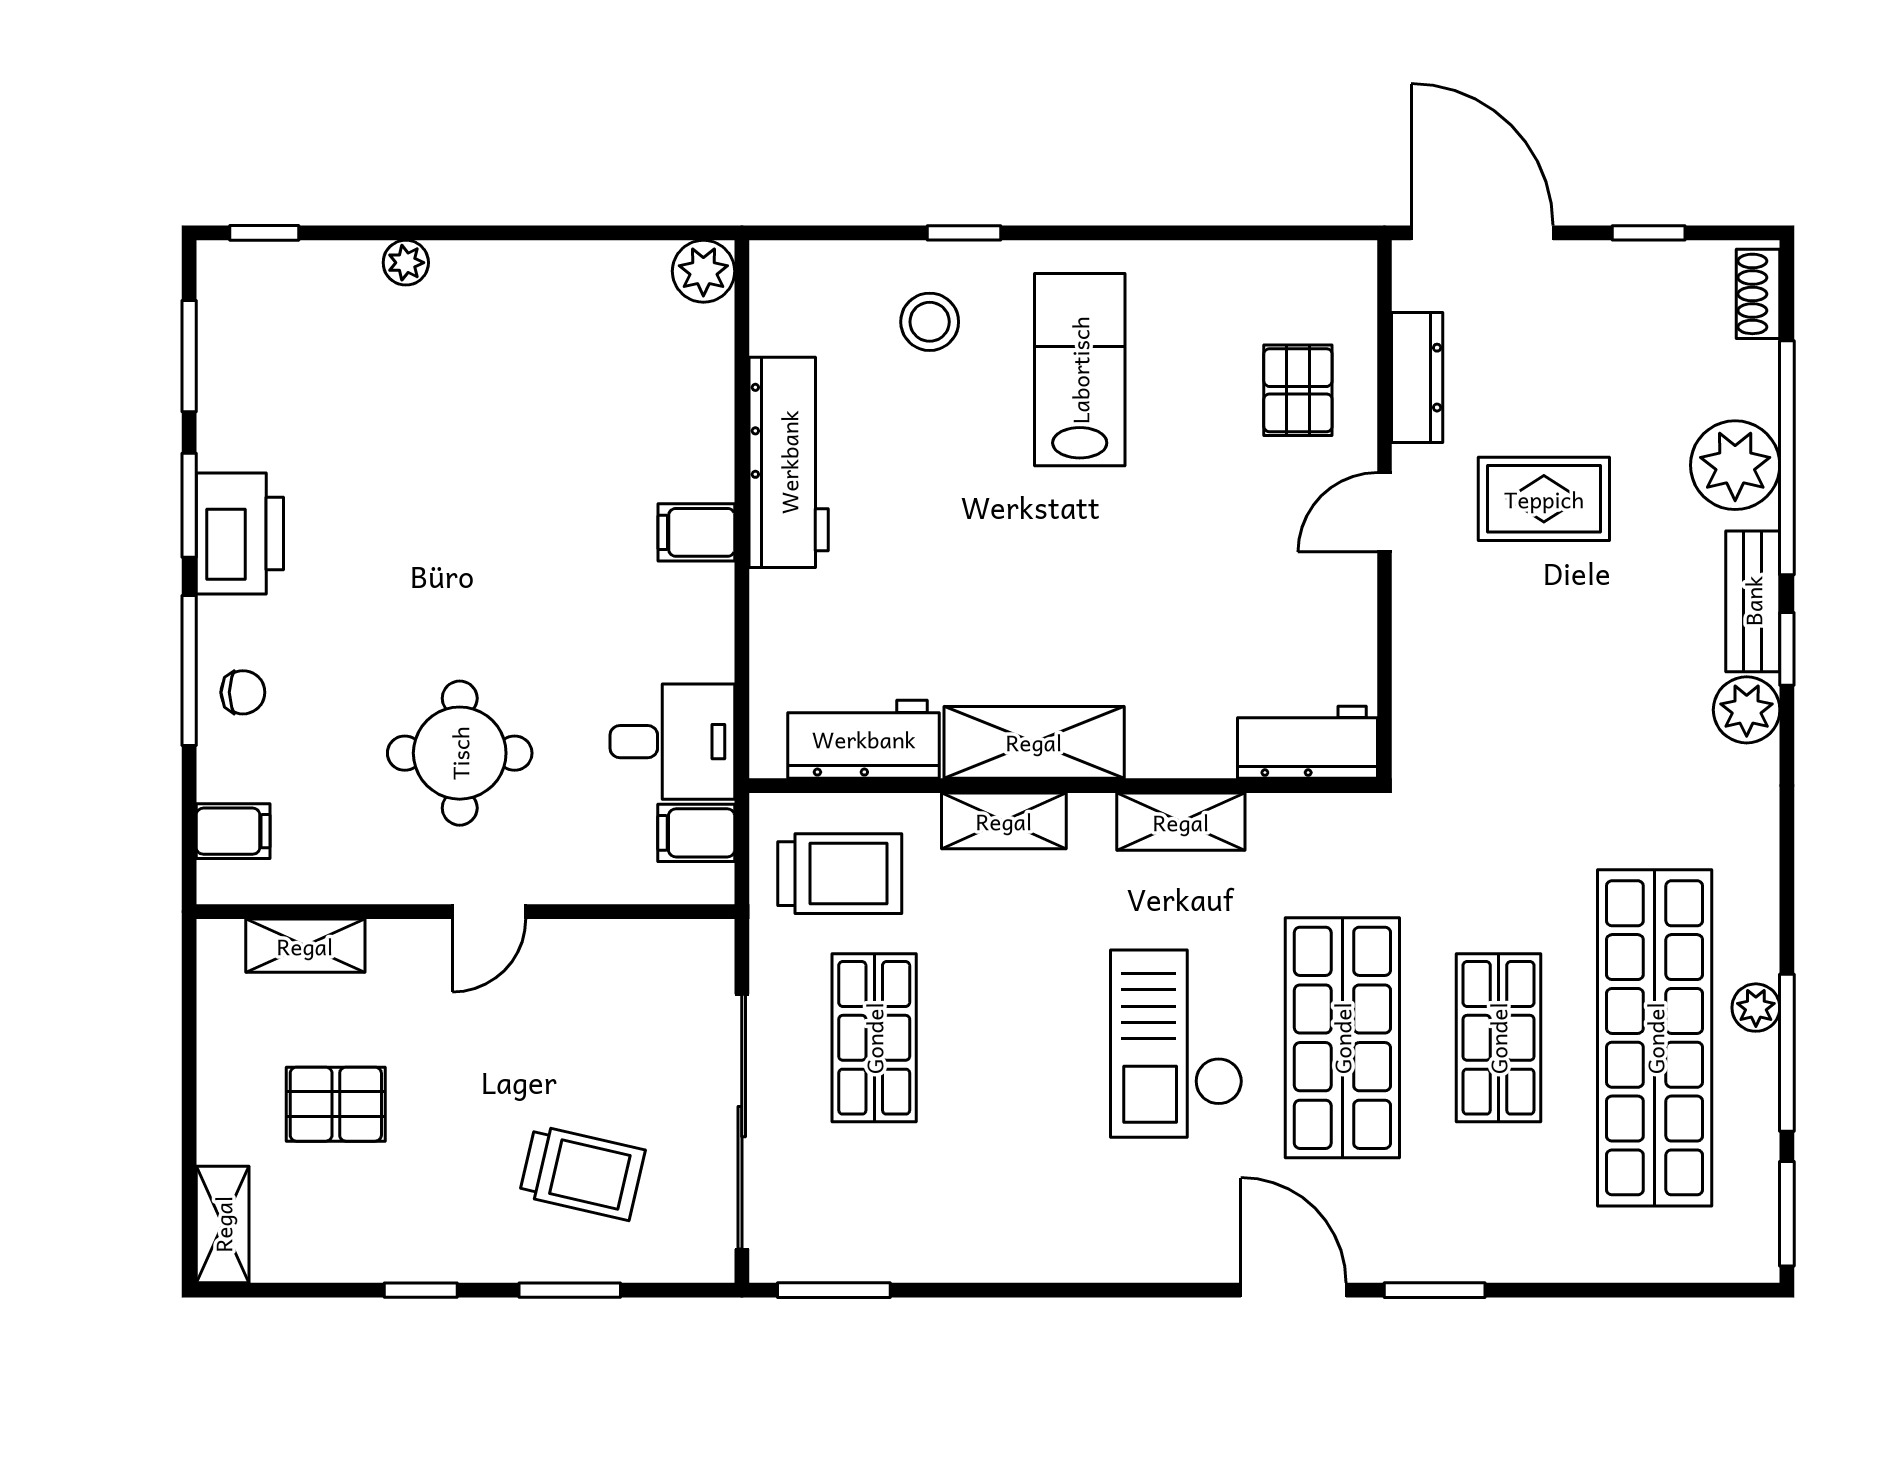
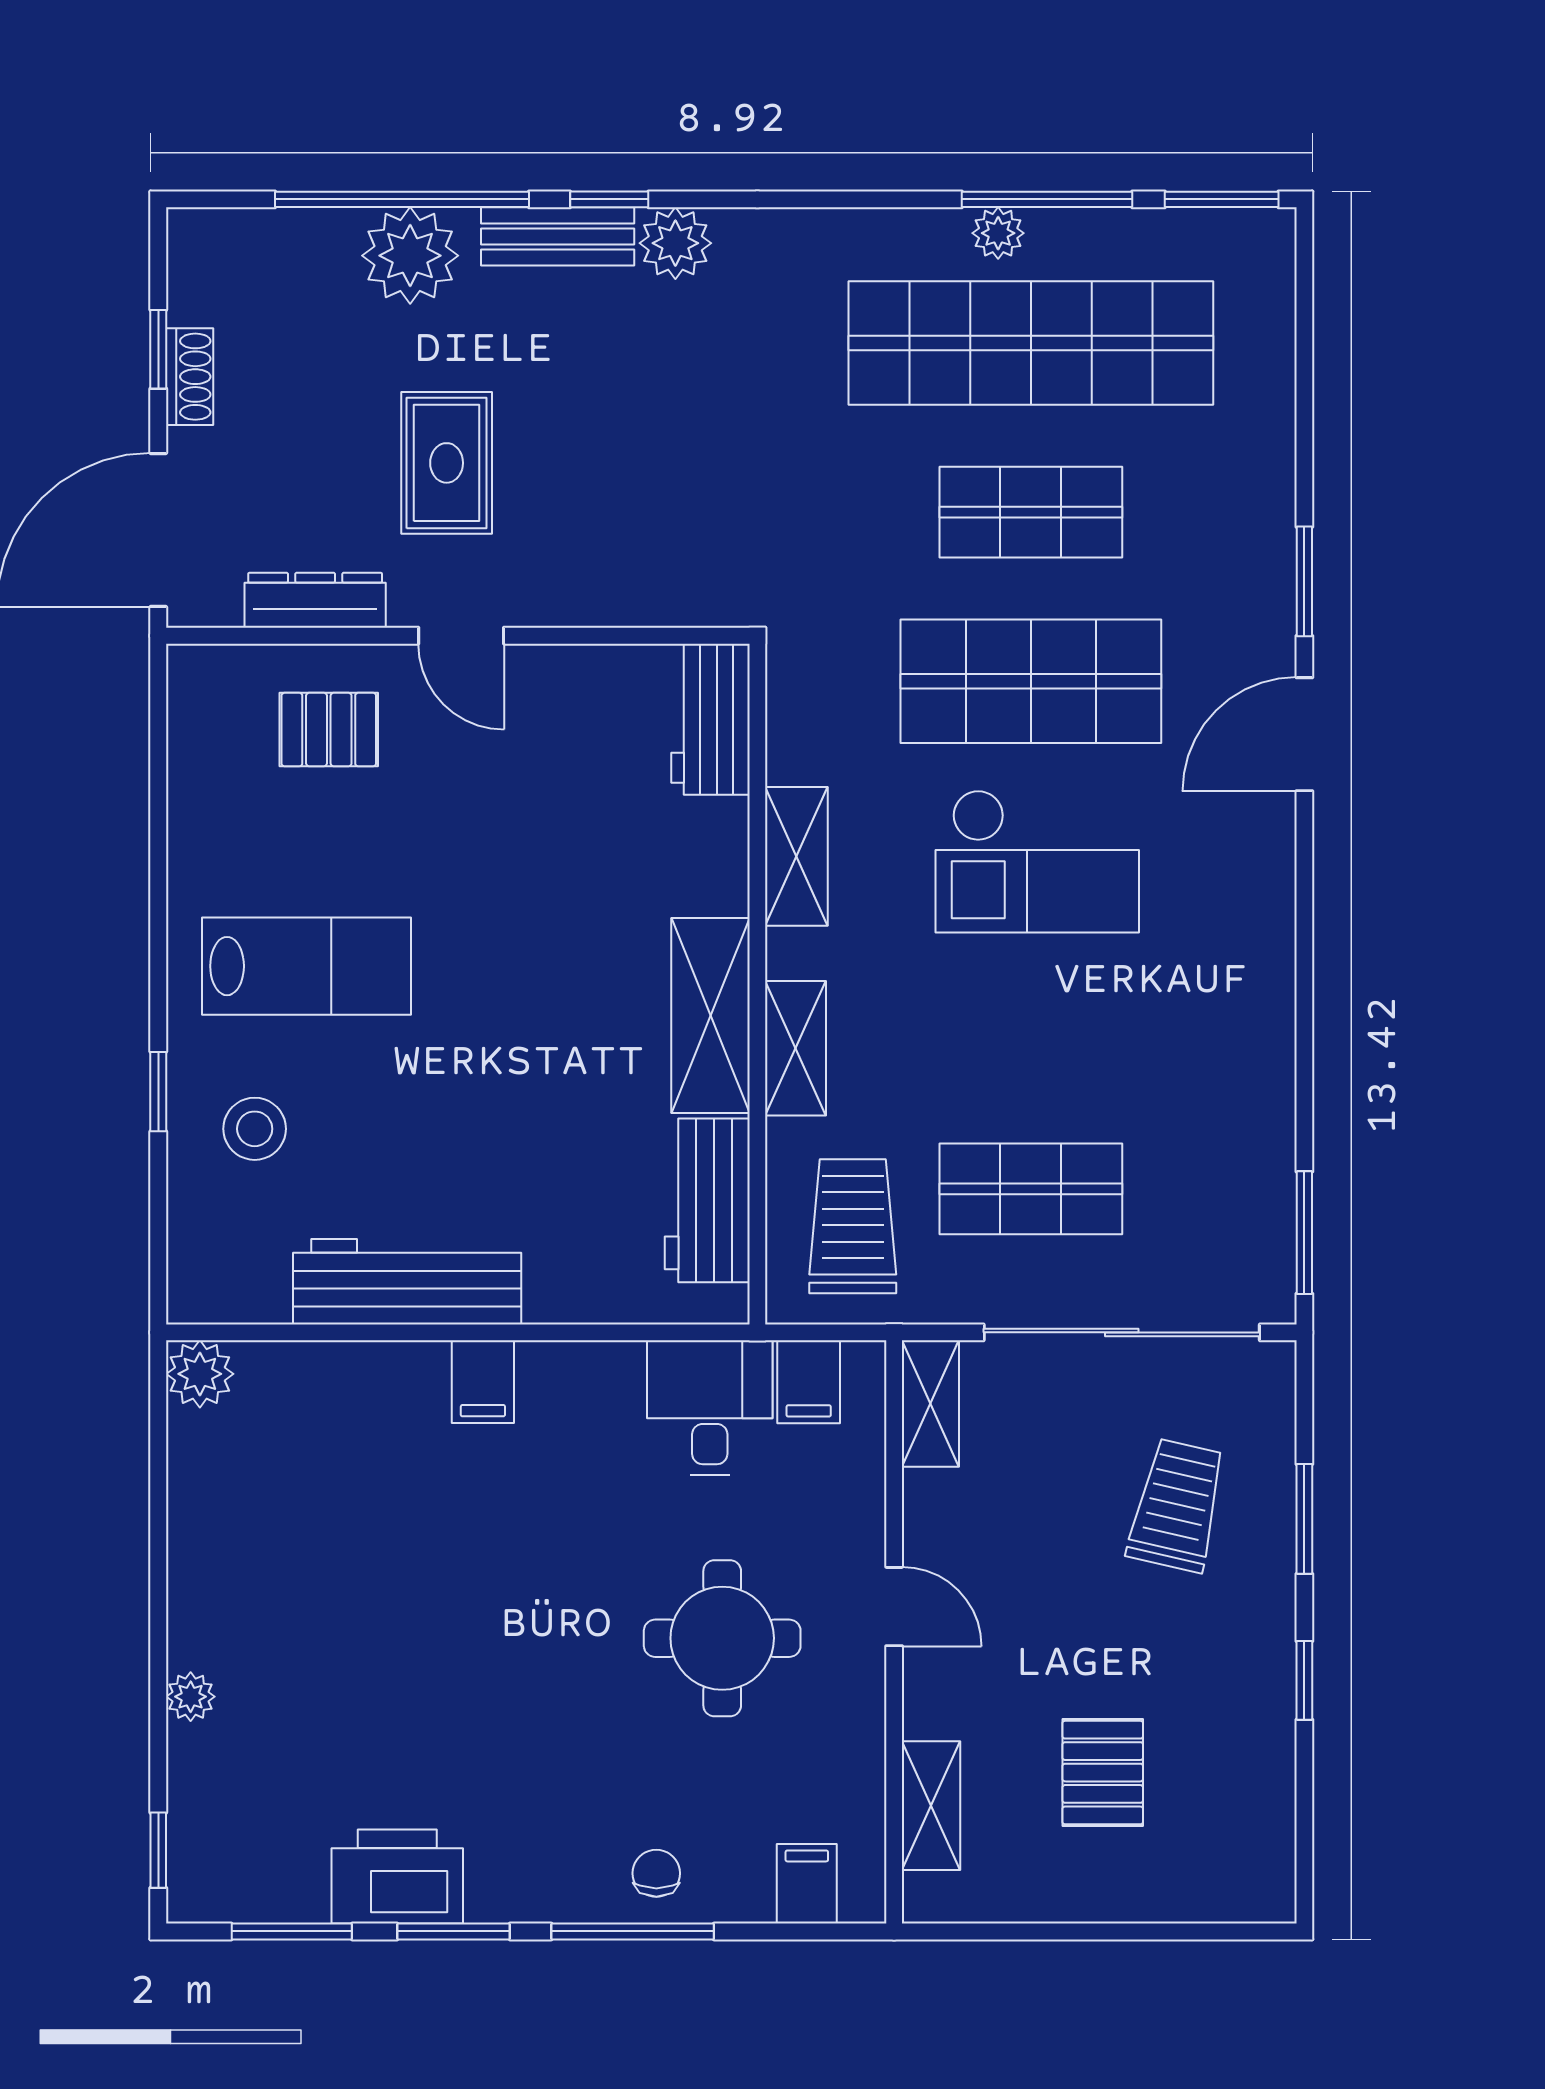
shoe rack: (1758, 294) -> (190, 377), moved, turned -90
lab bench: (1080, 370) -> (306, 966), turned 180
printer: (240, 533) -> (397, 1877), moved
shelving: (223, 1224) -> (930, 1404), moved, turned 90

